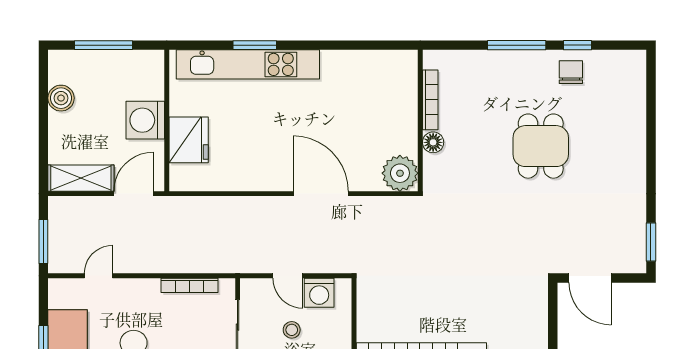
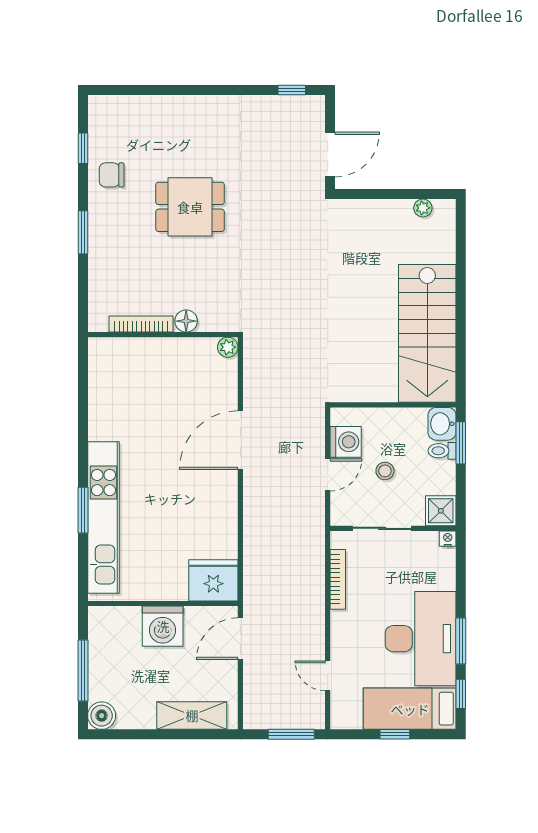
window: (517, 45) -> (83, 232), width x0.69
window: (577, 45) -> (83, 148), moved
boiler: (61, 98) -> (102, 716), moved
fridge: (189, 140) -> (213, 580), moved
plant: (400, 173) -> (228, 347), width x0.53, depth x0.53
shelving: (81, 178) -> (192, 715), moved, turned 90
door: (134, 194) -> (240, 639), hinge flipped
window: (651, 242) -> (292, 90), width x0.67

